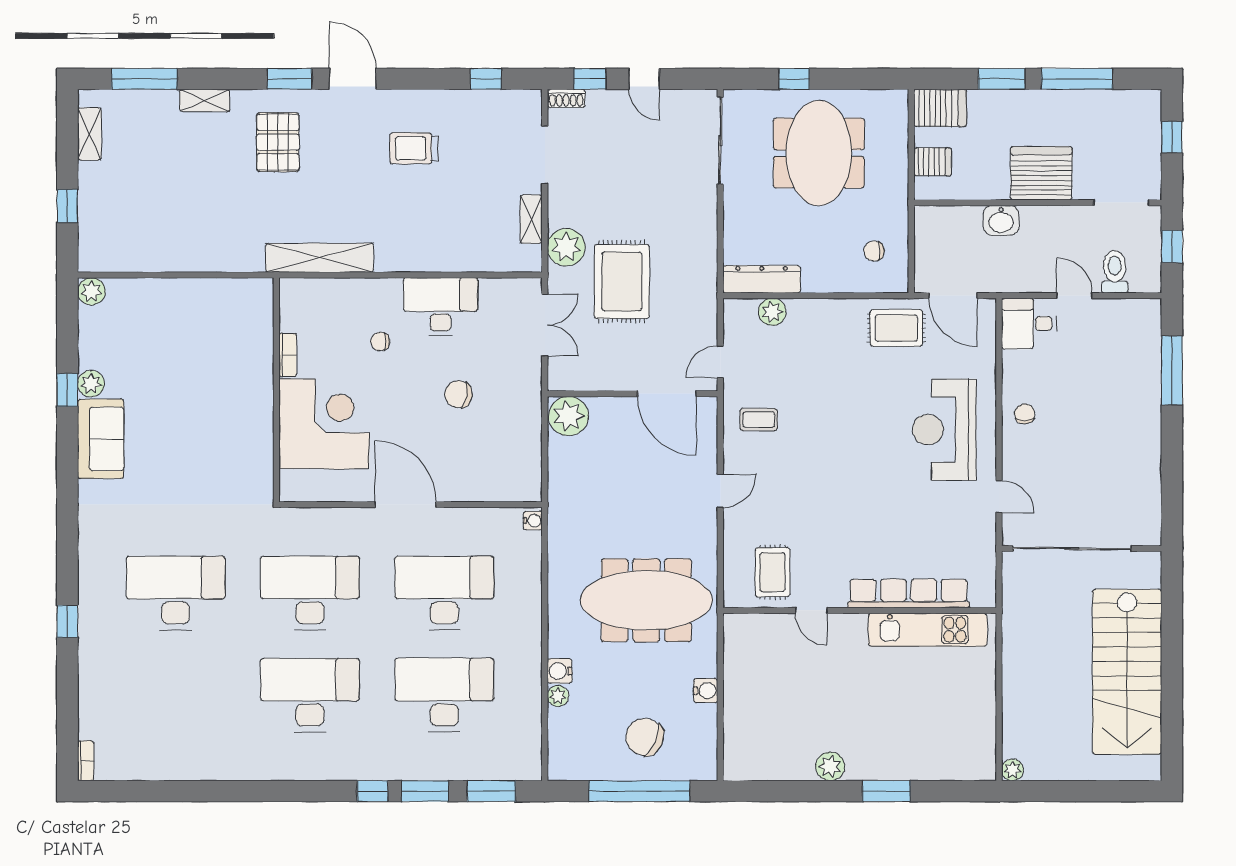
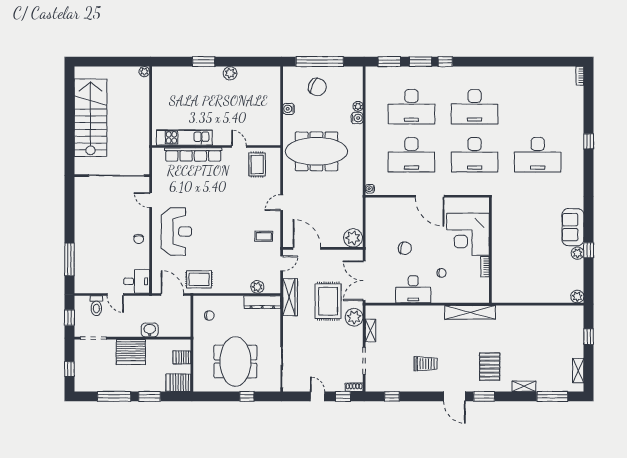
wardrobe: (702, 290) -> (290, 297), added
double door: (545, 325) -> (364, 281), width x1.37

